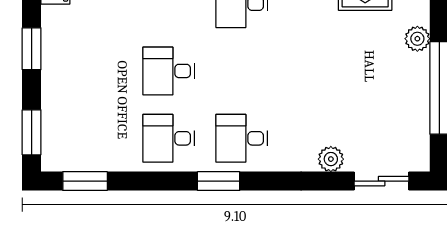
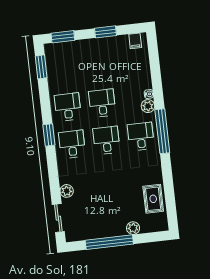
desk: (242, 71) -> (106, 140), added

